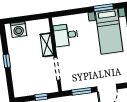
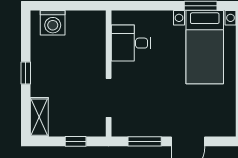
shelving: (47, 45) -> (39, 117), moved

